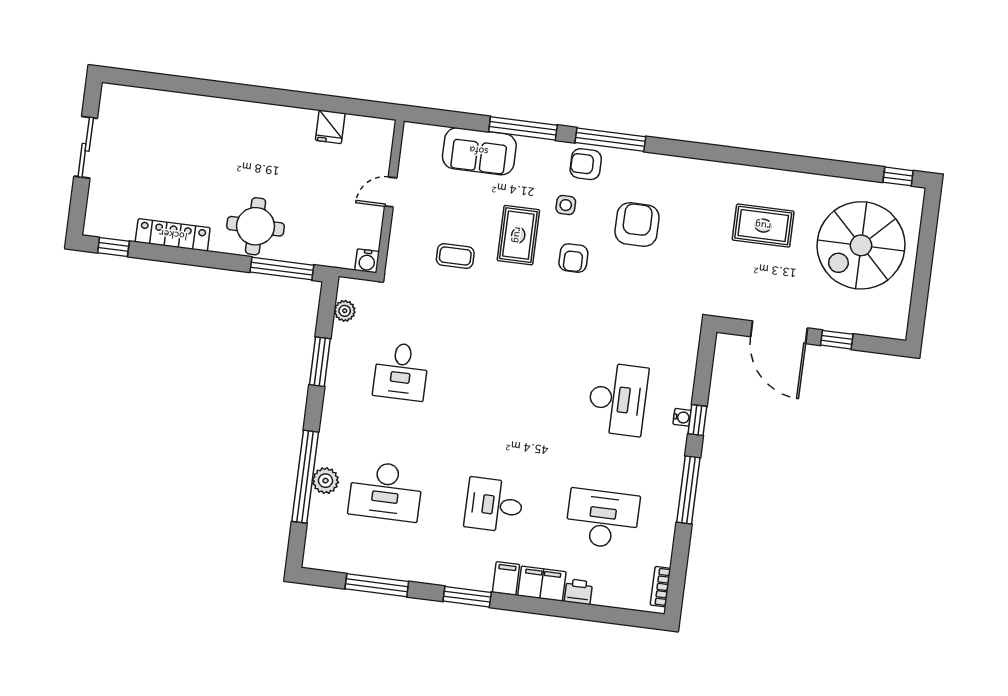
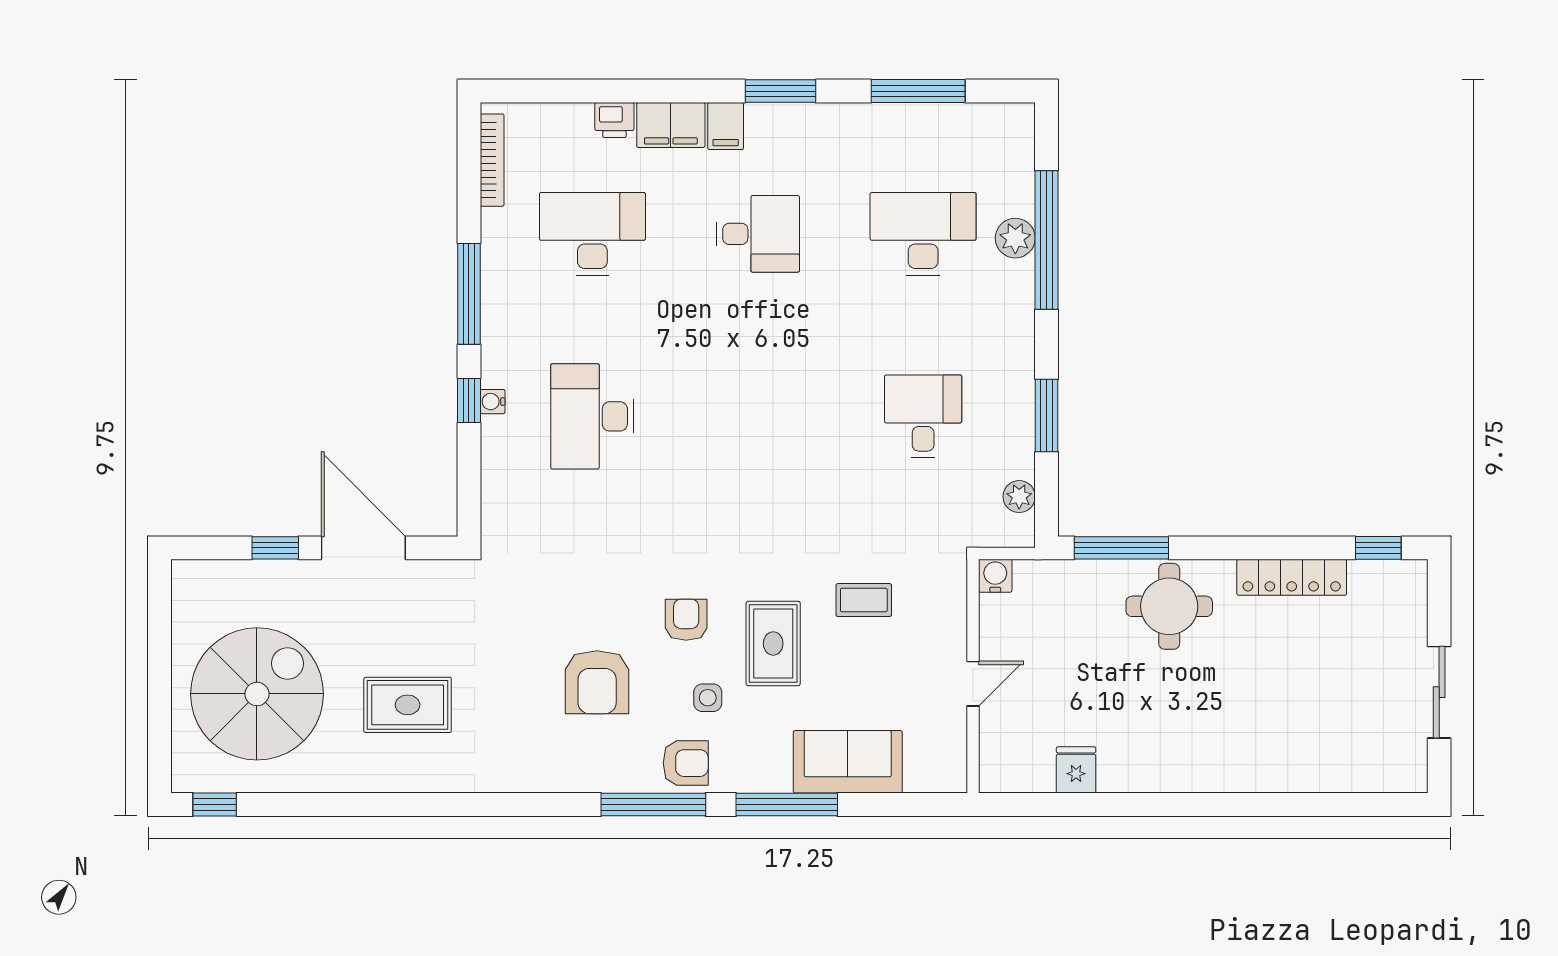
desk: (602, 519) -> (592, 234), turned 180
bookcase: (661, 587) -> (492, 160), width x1.56

